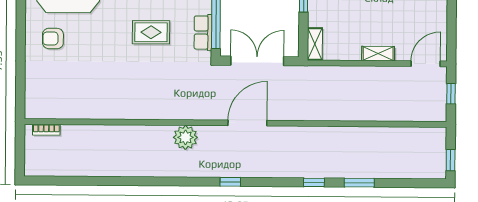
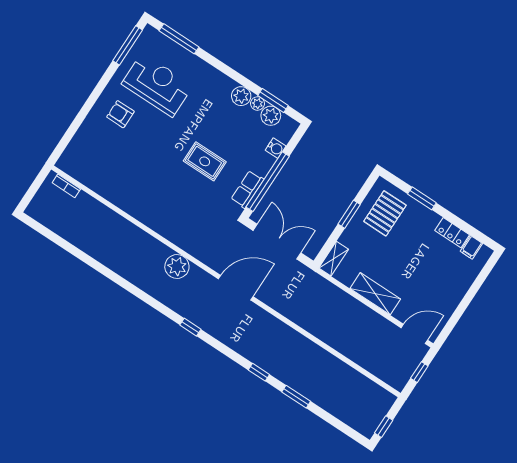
shelving: (378, 54) -> (375, 294), width x1.50, depth x1.33

